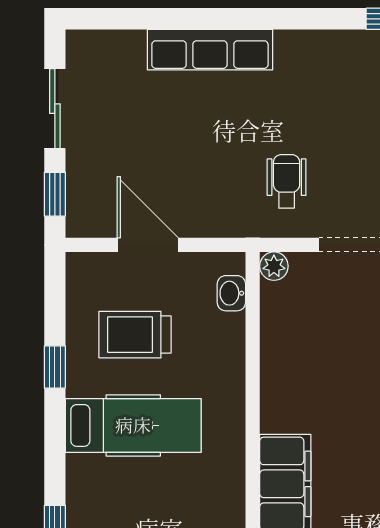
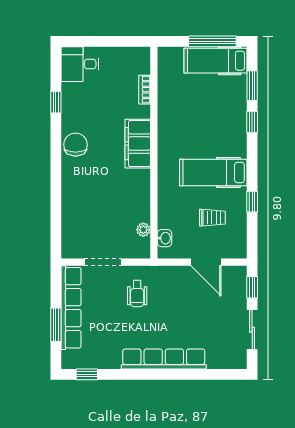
row of seats: (210, 50) -> (164, 359), width x1.36
plant: (274, 266) -> (143, 230), moved
trolley: (135, 335) -> (212, 218), width x0.73, depth x0.72

